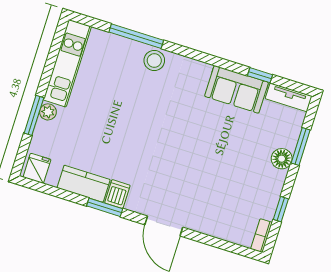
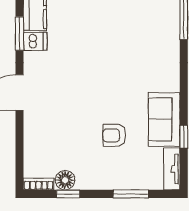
stool: (154, 61) -> (167, 37), removed
armchair: (237, 144) -> (114, 135), added
floor lamp: (282, 159) -> (65, 180), moved

